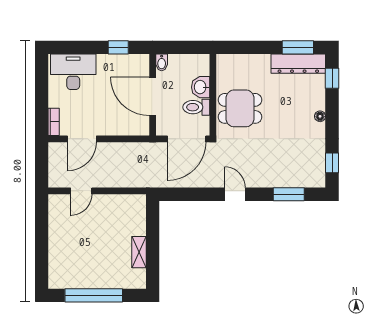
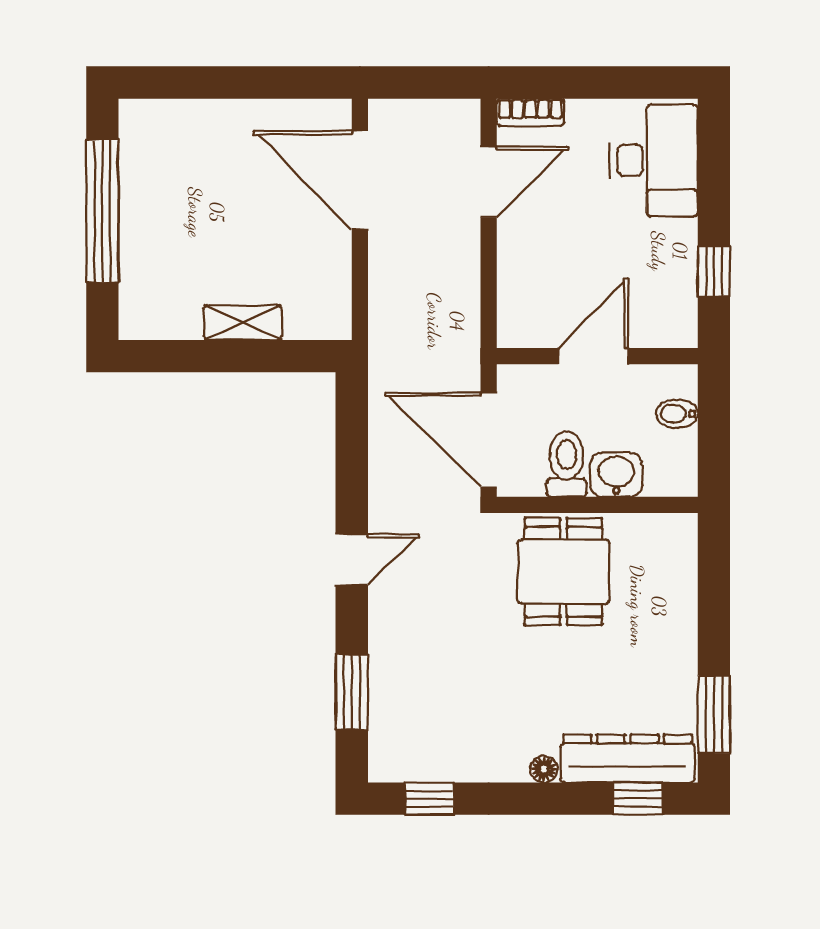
bidet: (162, 62) -> (677, 414), moved
dresser: (298, 64) -> (628, 759), moved, turned 90
door: (153, 96) -> (593, 356), width x0.73
door: (82, 139) -> (489, 182), swing flipped
door: (81, 191) -> (360, 180), width x1.88
shelving: (139, 252) -> (243, 323), moved

